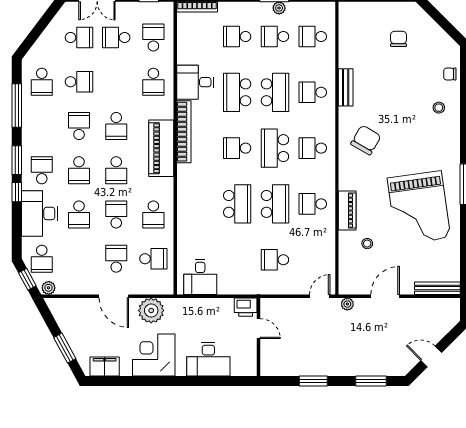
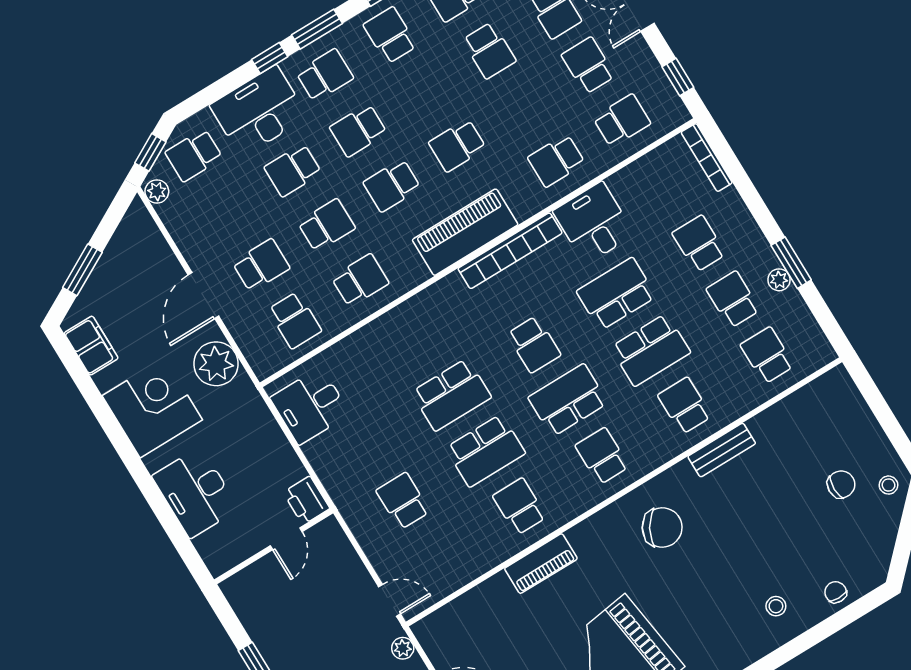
school desk: (79, 126) -> (390, 35), moved, turned -90
school desk: (237, 148) -> (534, 344), turned 180
school desk: (153, 214) -> (360, 280), turned 180
stool: (367, 244) -> (889, 485), moved

